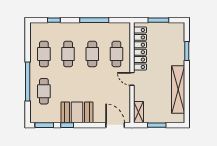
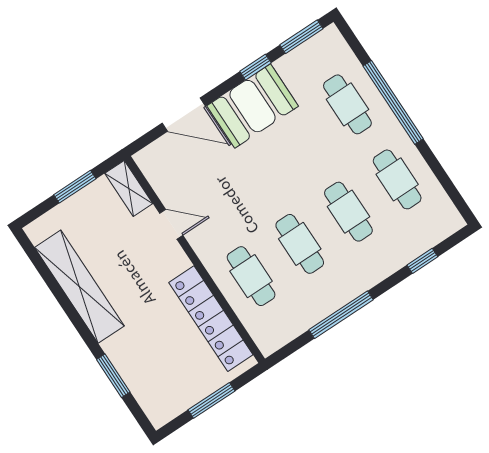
door: (132, 79) -> (171, 224), moved
door: (115, 125) -> (184, 115), moved

